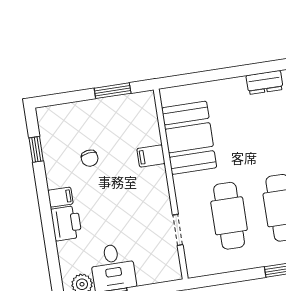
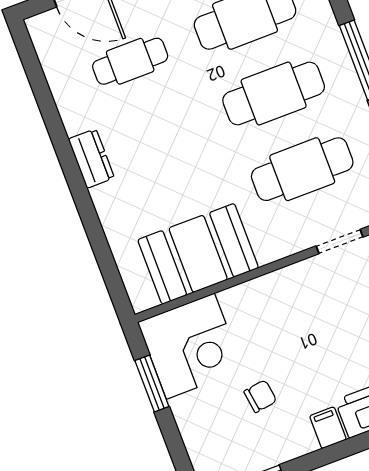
corner desk: (131, 120) -> (190, 346), added
filing cabinet: (151, 156) -> (237, 305), removed

